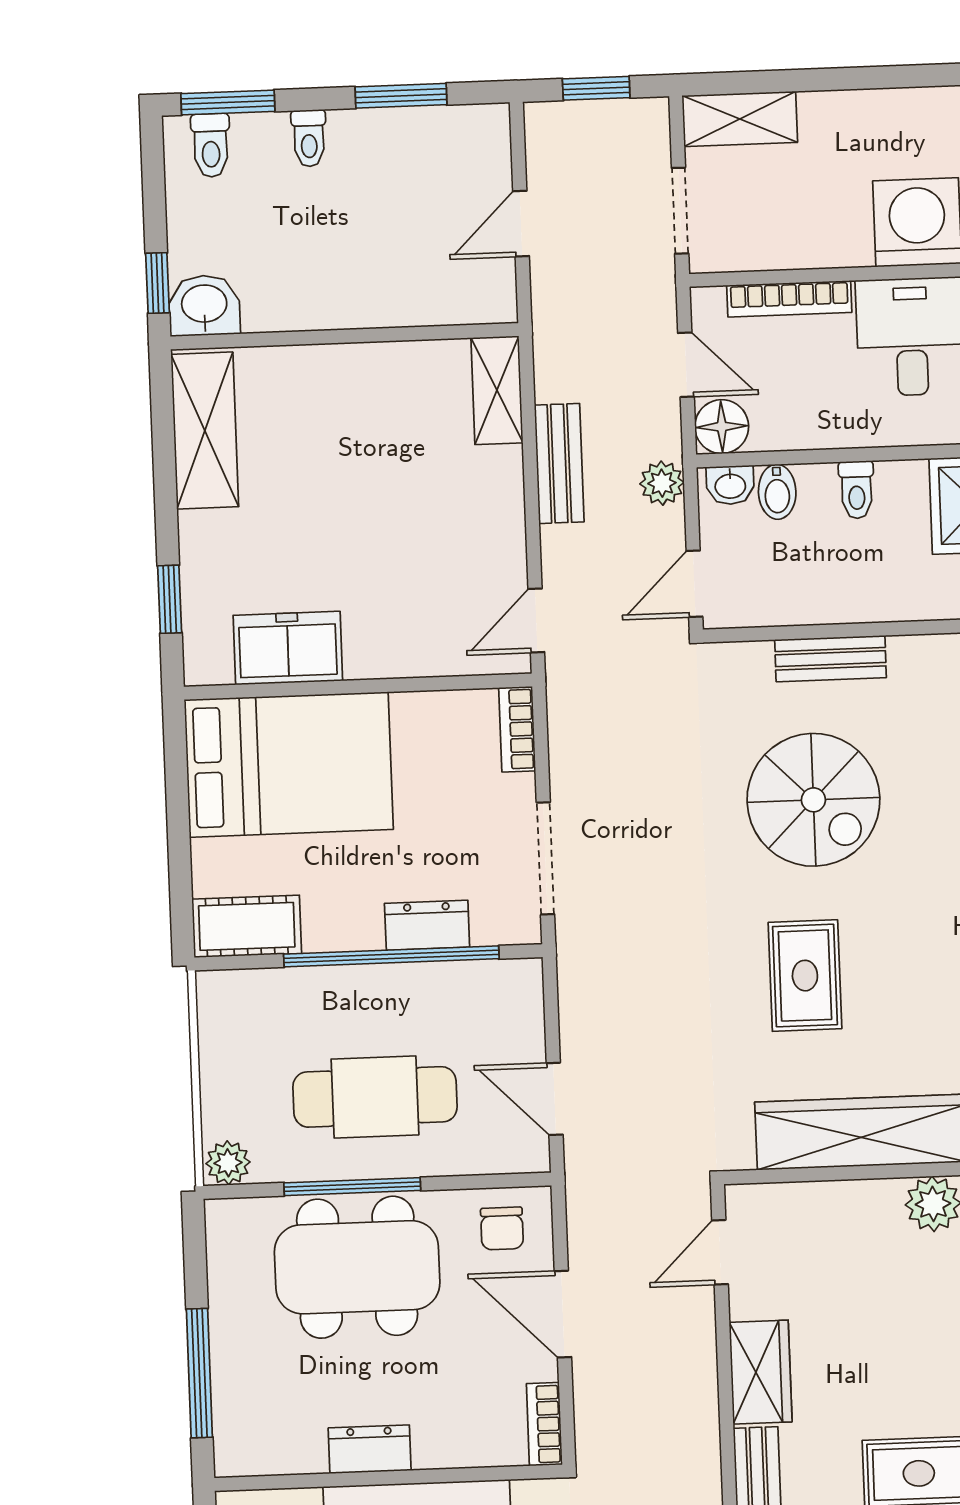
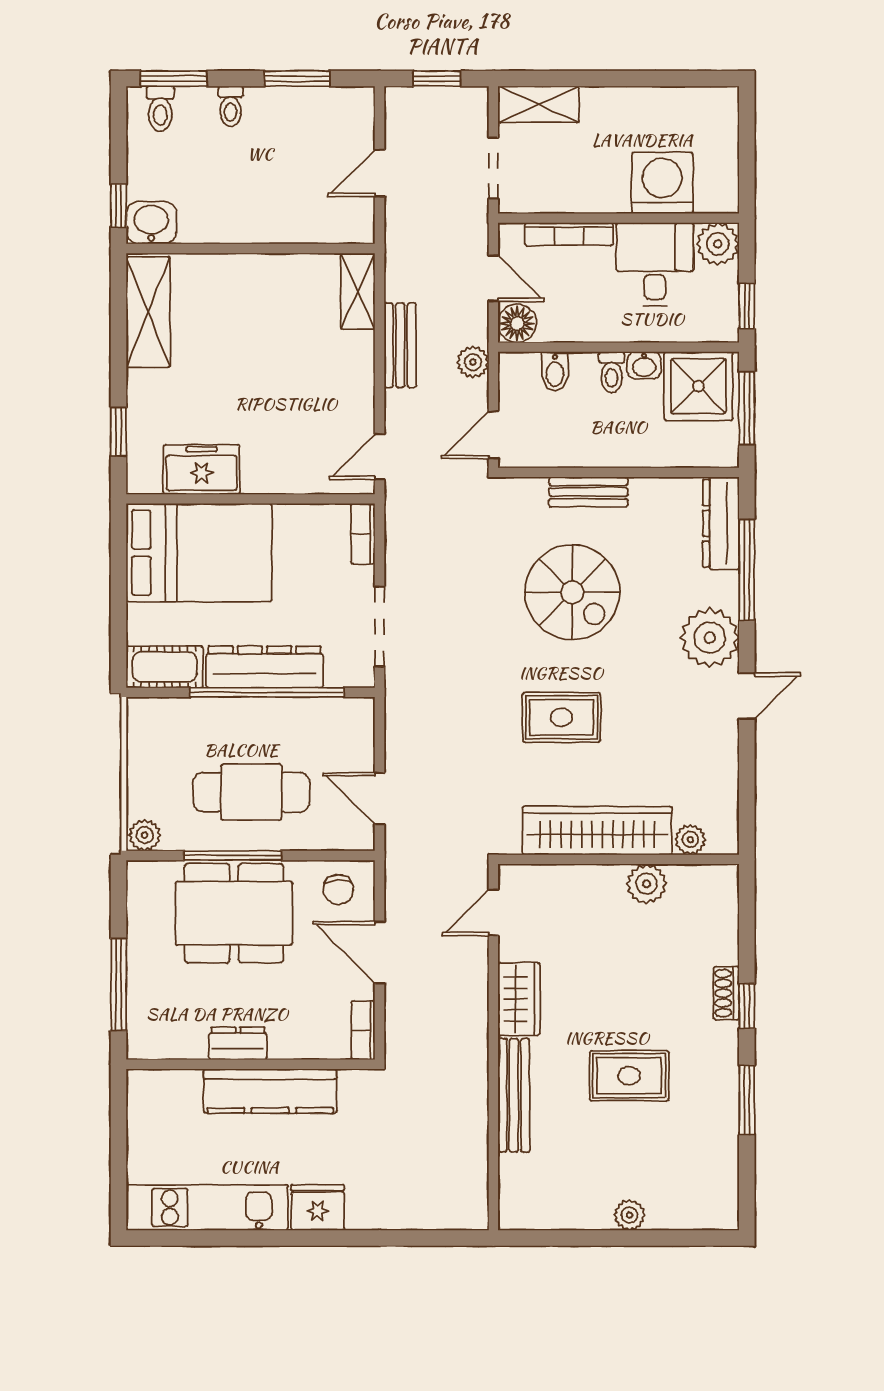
washbasin: (730, 485) -> (644, 365), moved
dresser: (427, 925) -> (265, 667), width x1.96, depth x1.24
rug: (805, 976) -> (562, 717), turned 90

